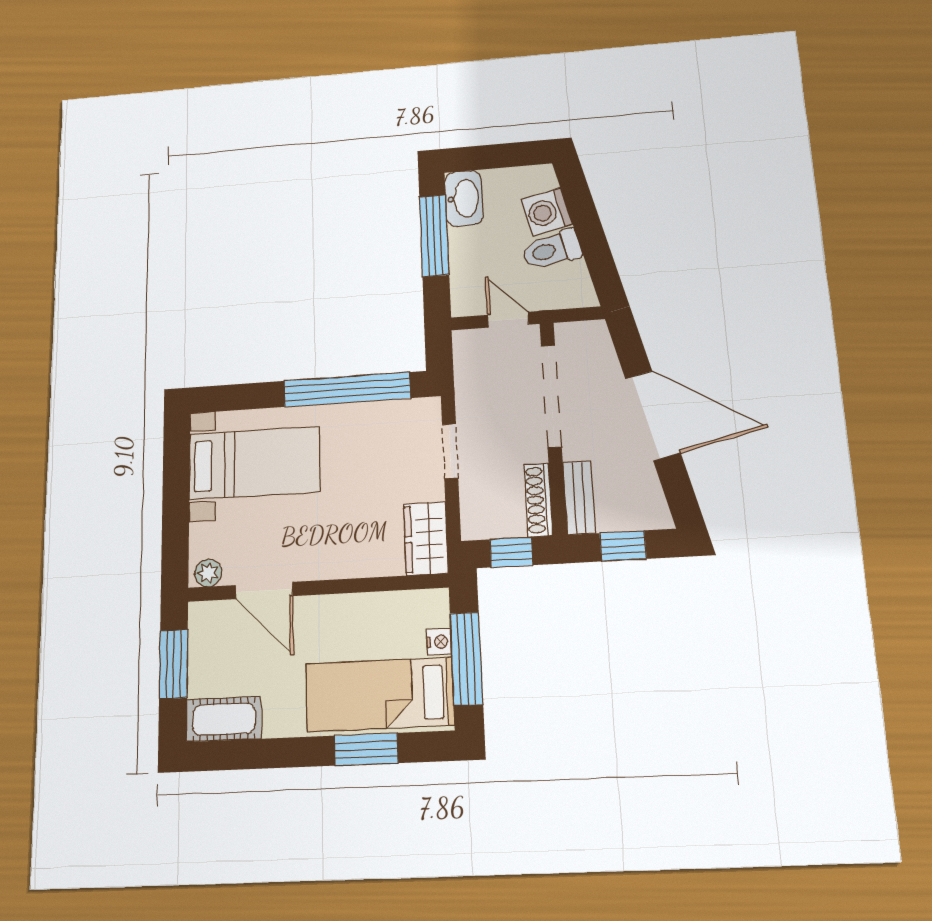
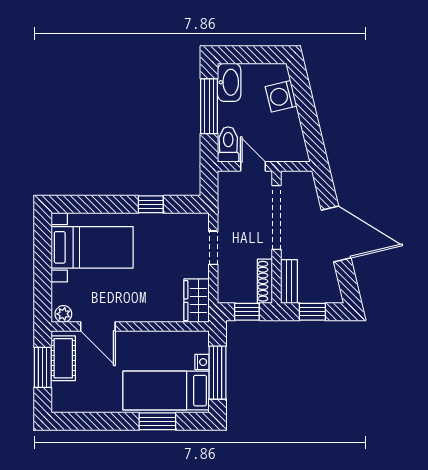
toilet: (552, 250) -> (228, 144), moved, turned 103
window: (347, 390) -> (151, 204), width x0.32
cot: (224, 719) -> (63, 358), moved, turned 90

